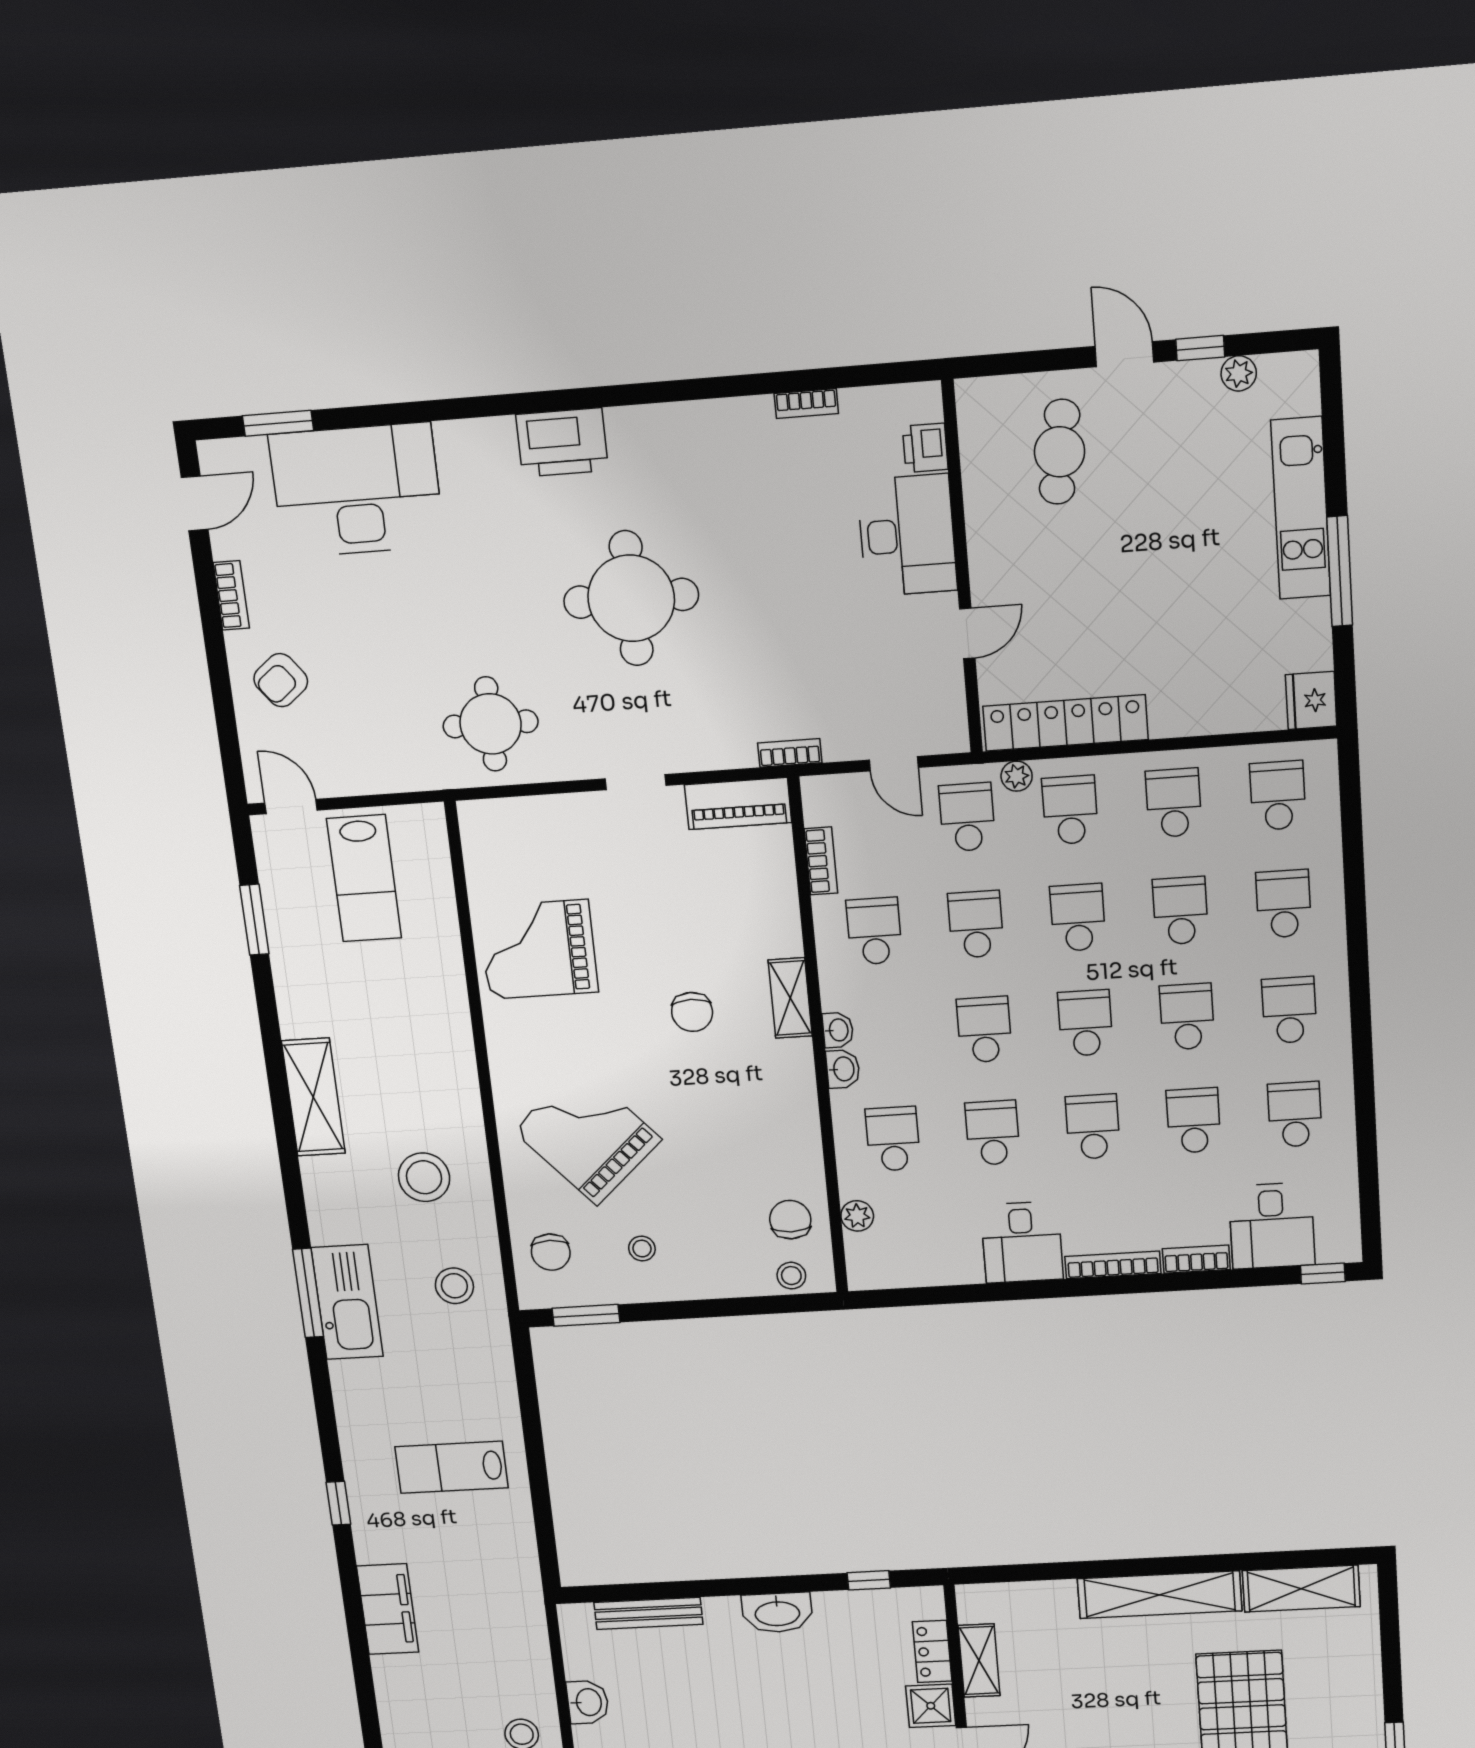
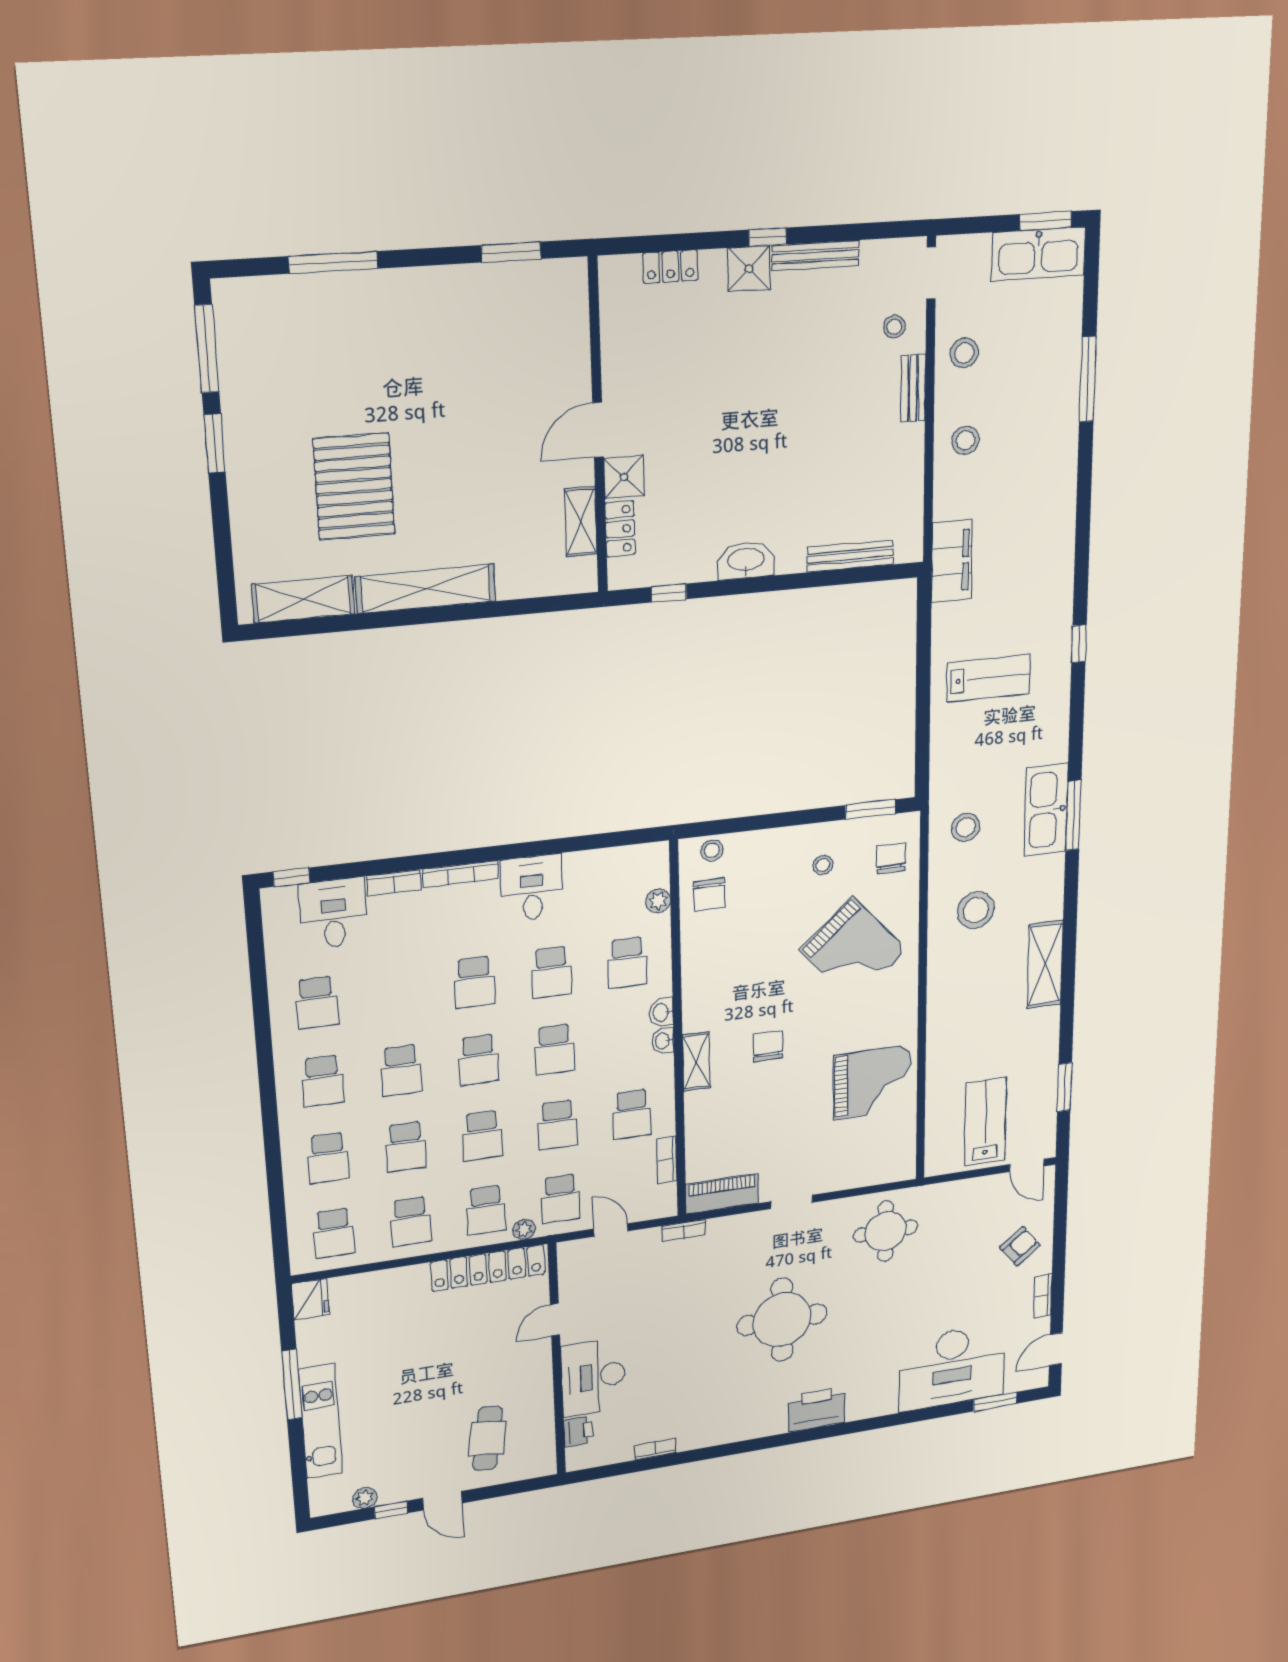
school desk: (1194, 1121) -> (396, 992), removed
filing cabinet: (388, 1609) -> (952, 561), moved, turned 180
washbasin: (588, 1702) -> (908, 472), removed

